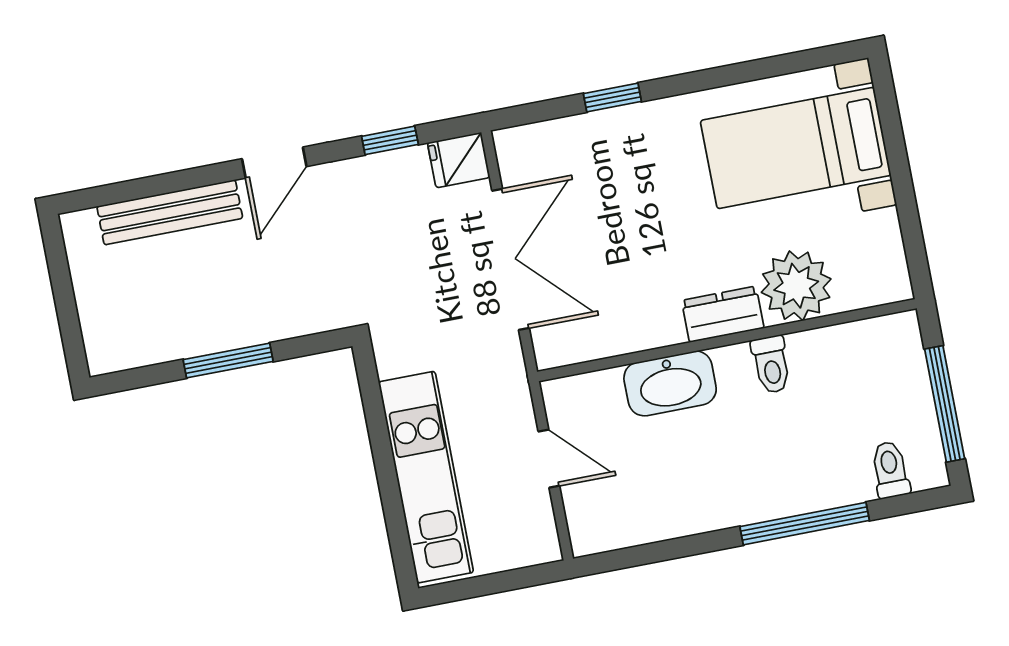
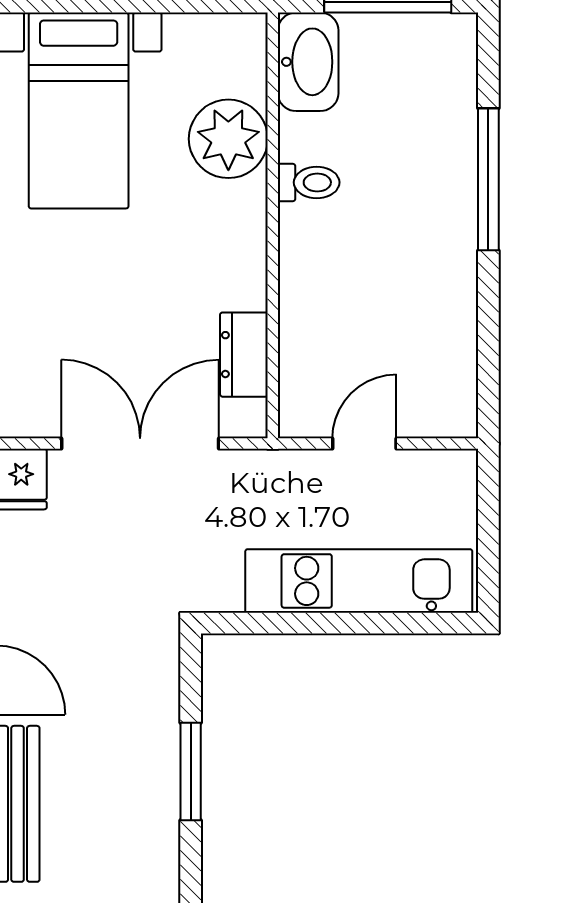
dresser: (723, 314) -> (244, 355), moved
washbasin: (670, 383) -> (308, 62), moved
toilet: (890, 470) -> (448, 75), removed

